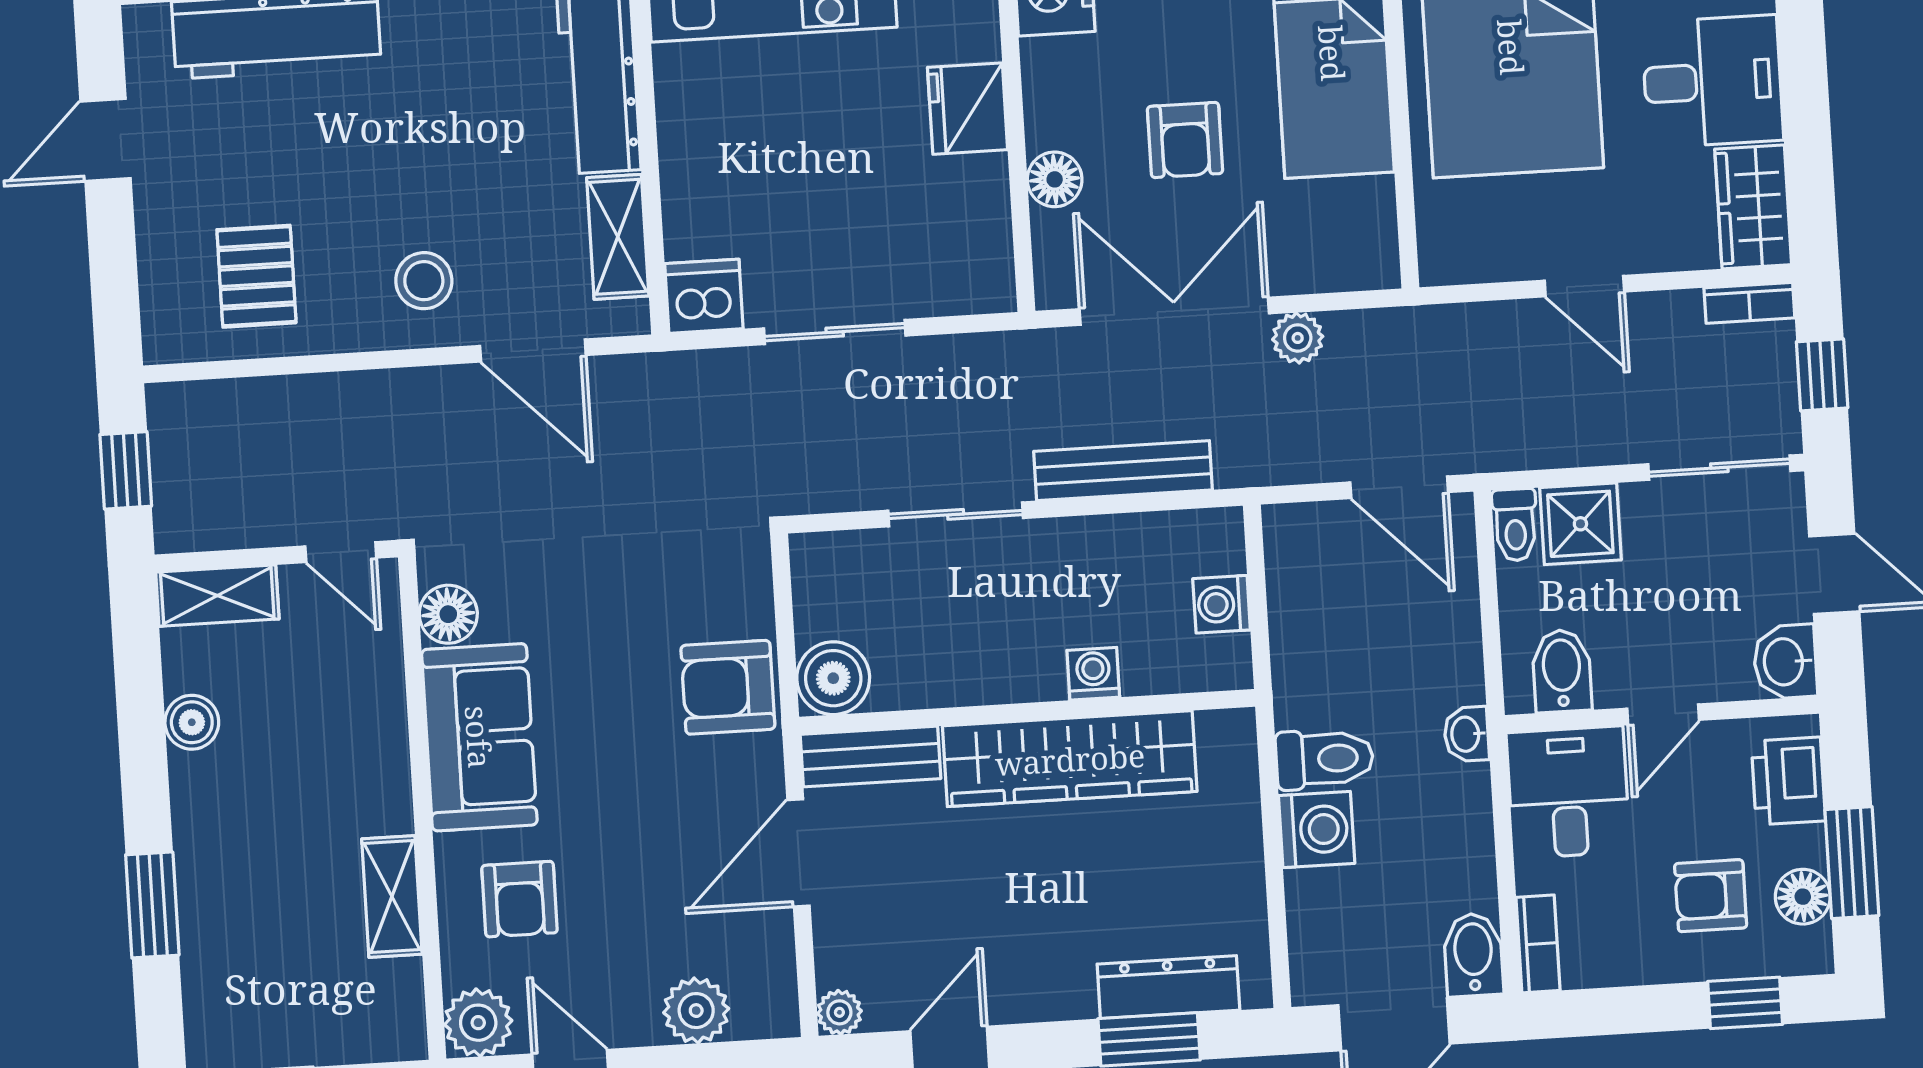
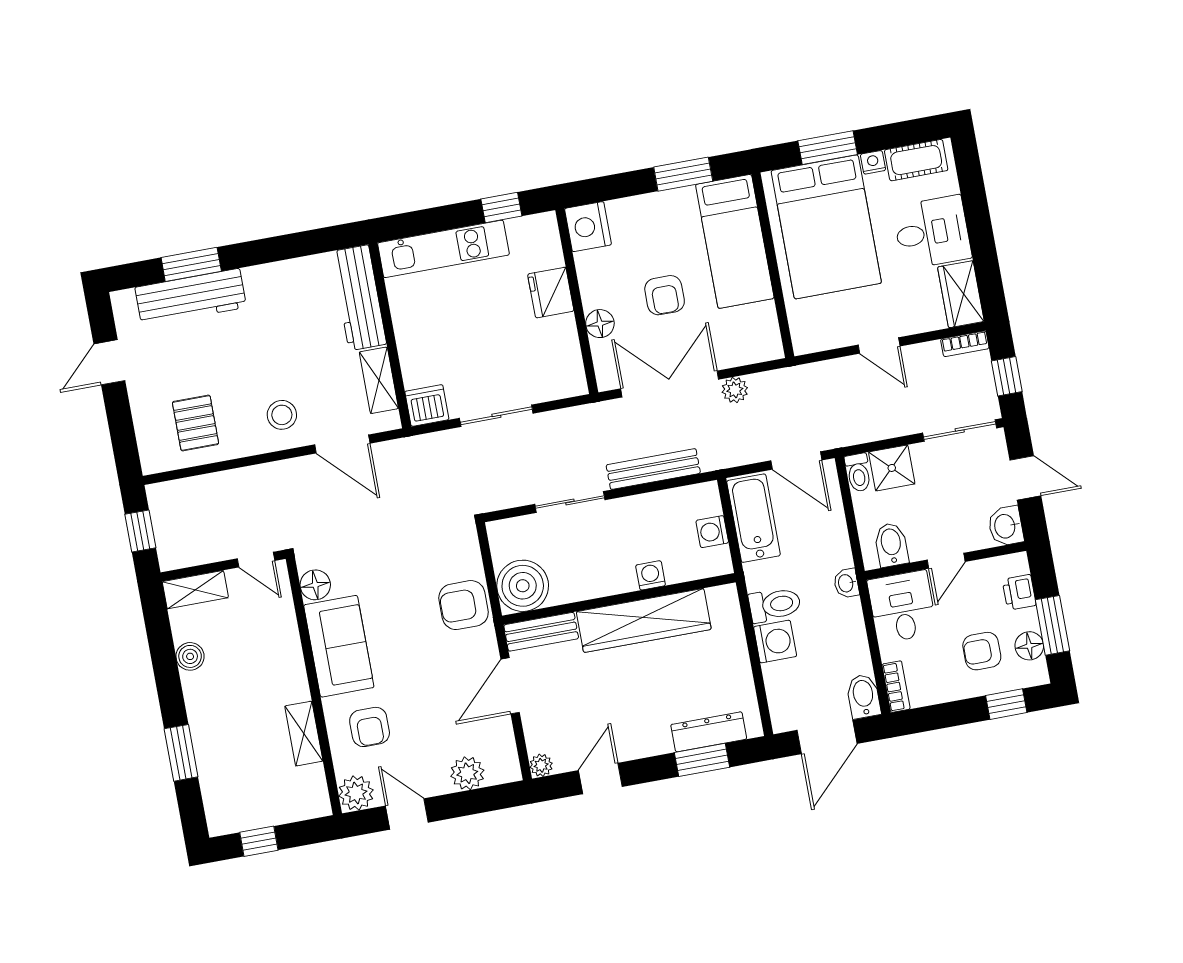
bathtub: (1304, 588) -> (754, 518), added
boiler: (833, 678) -> (523, 586), width x1.37, depth x1.37
printer: (1788, 781) -> (1019, 592), width x0.73, depth x0.81

